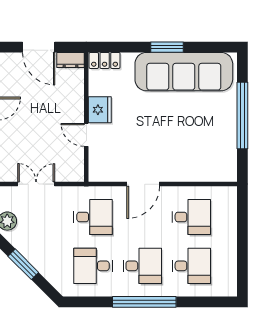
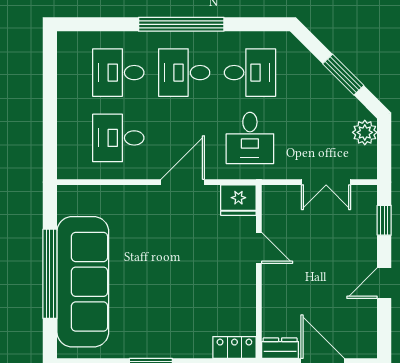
sofa: (184, 72) -> (83, 282), moved, turned 90
fridge: (100, 110) -> (238, 200), moved, turned -90
desk: (93, 217) -> (250, 138), turned -90

